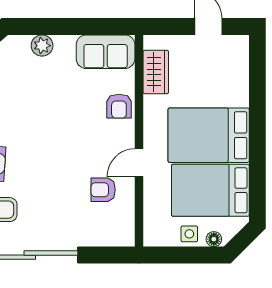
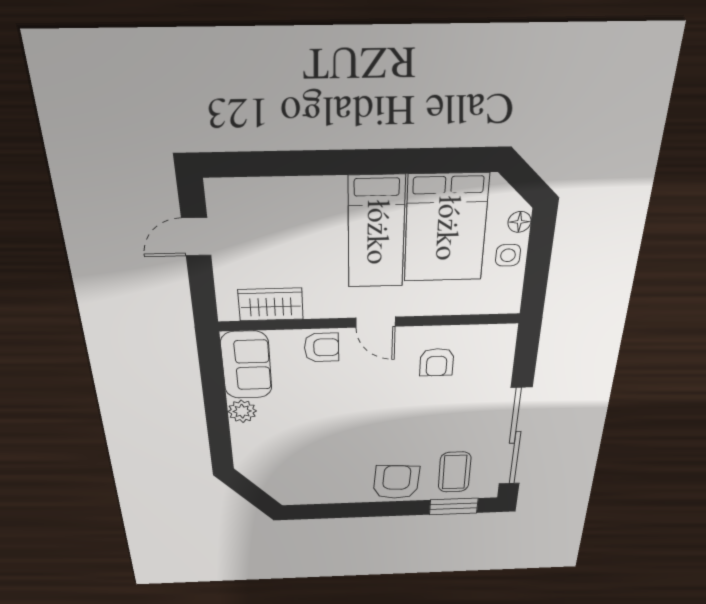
plant: (42, 46) -> (242, 411), moved
bed: (209, 135) -> (376, 232), width x0.67
door: (139, 163) -> (376, 322), moved

